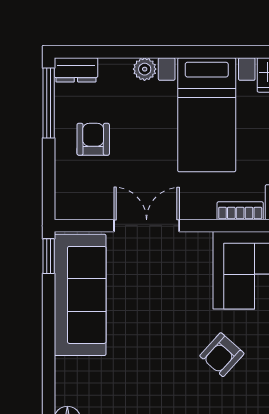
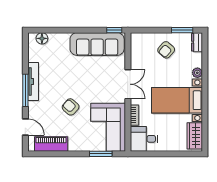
window: (49, 103) -> (182, 30), width x0.69
armchair: (93, 139) -> (166, 50), turned 131
double door: (147, 226) -> (128, 84), moved

